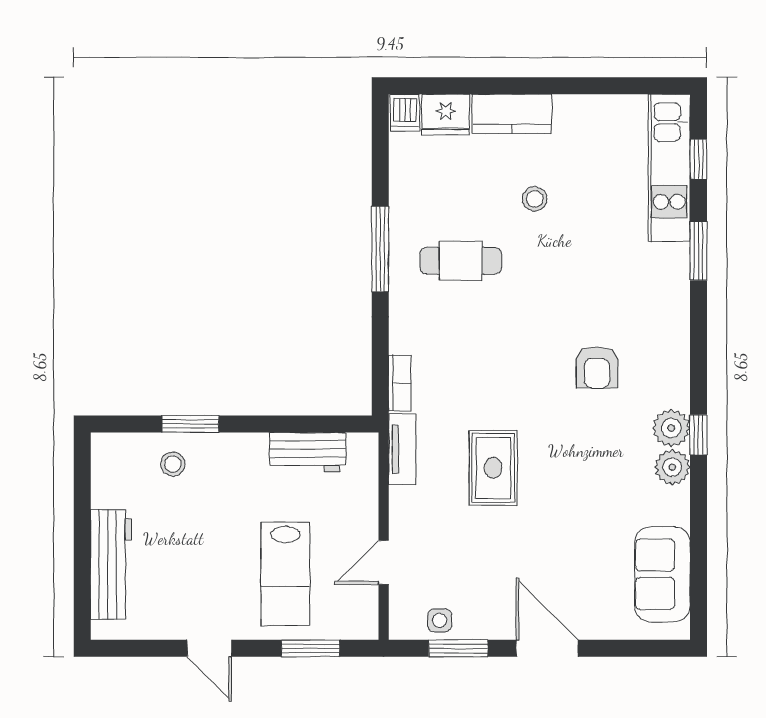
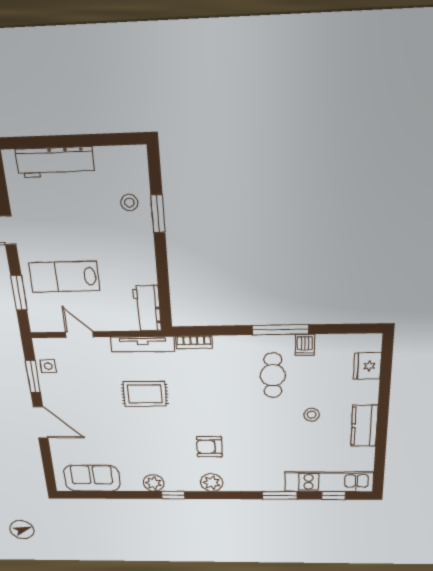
dishwasher: (405, 113) -> (305, 345), moved, turned -90
kitchen counter: (512, 114) -> (364, 426), moved
plant: (671, 428) -> (212, 483), moved
tv unit: (402, 449) -> (143, 344), width x1.41
workbench: (308, 452) -> (147, 308), moved
door: (547, 648) -> (41, 422), hinge flipped

